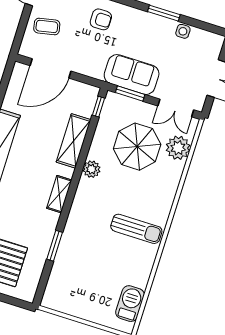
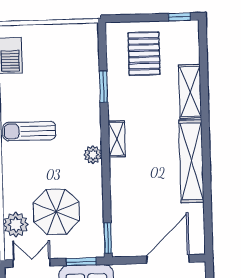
window: (99, 107) -> (108, 238), width x1.50
shelving: (73, 141) -> (121, 196), removed
plant: (92, 169) -> (93, 155), moved

